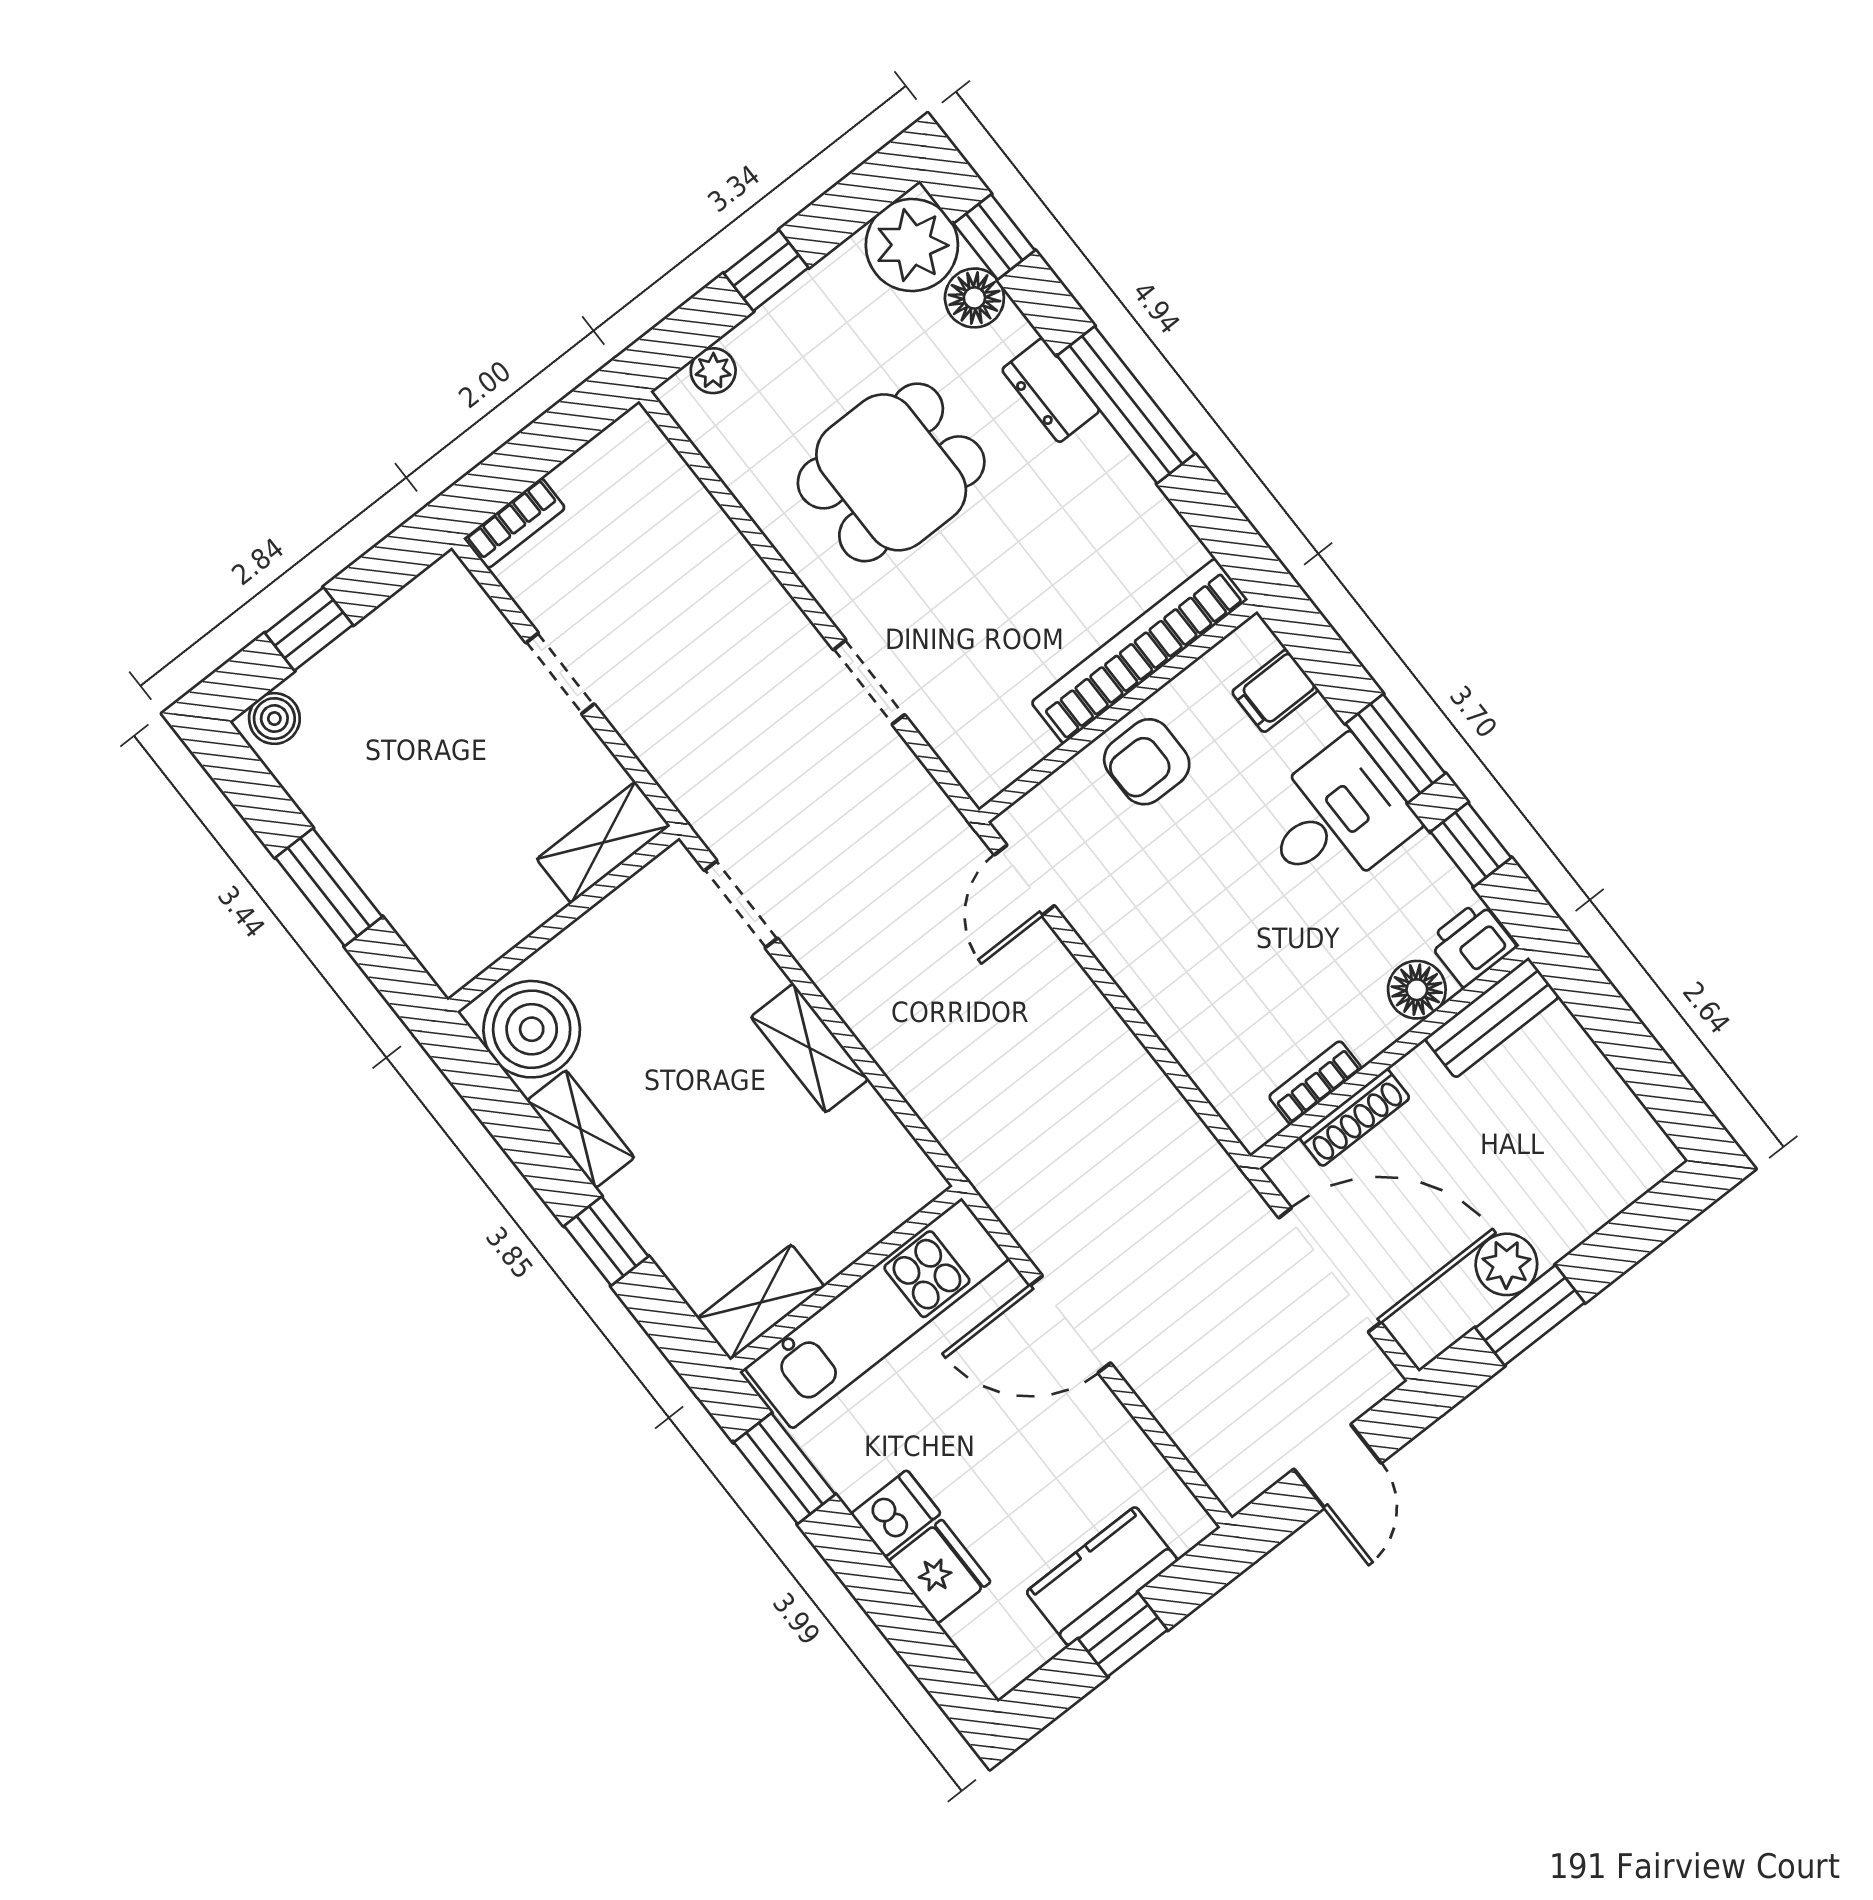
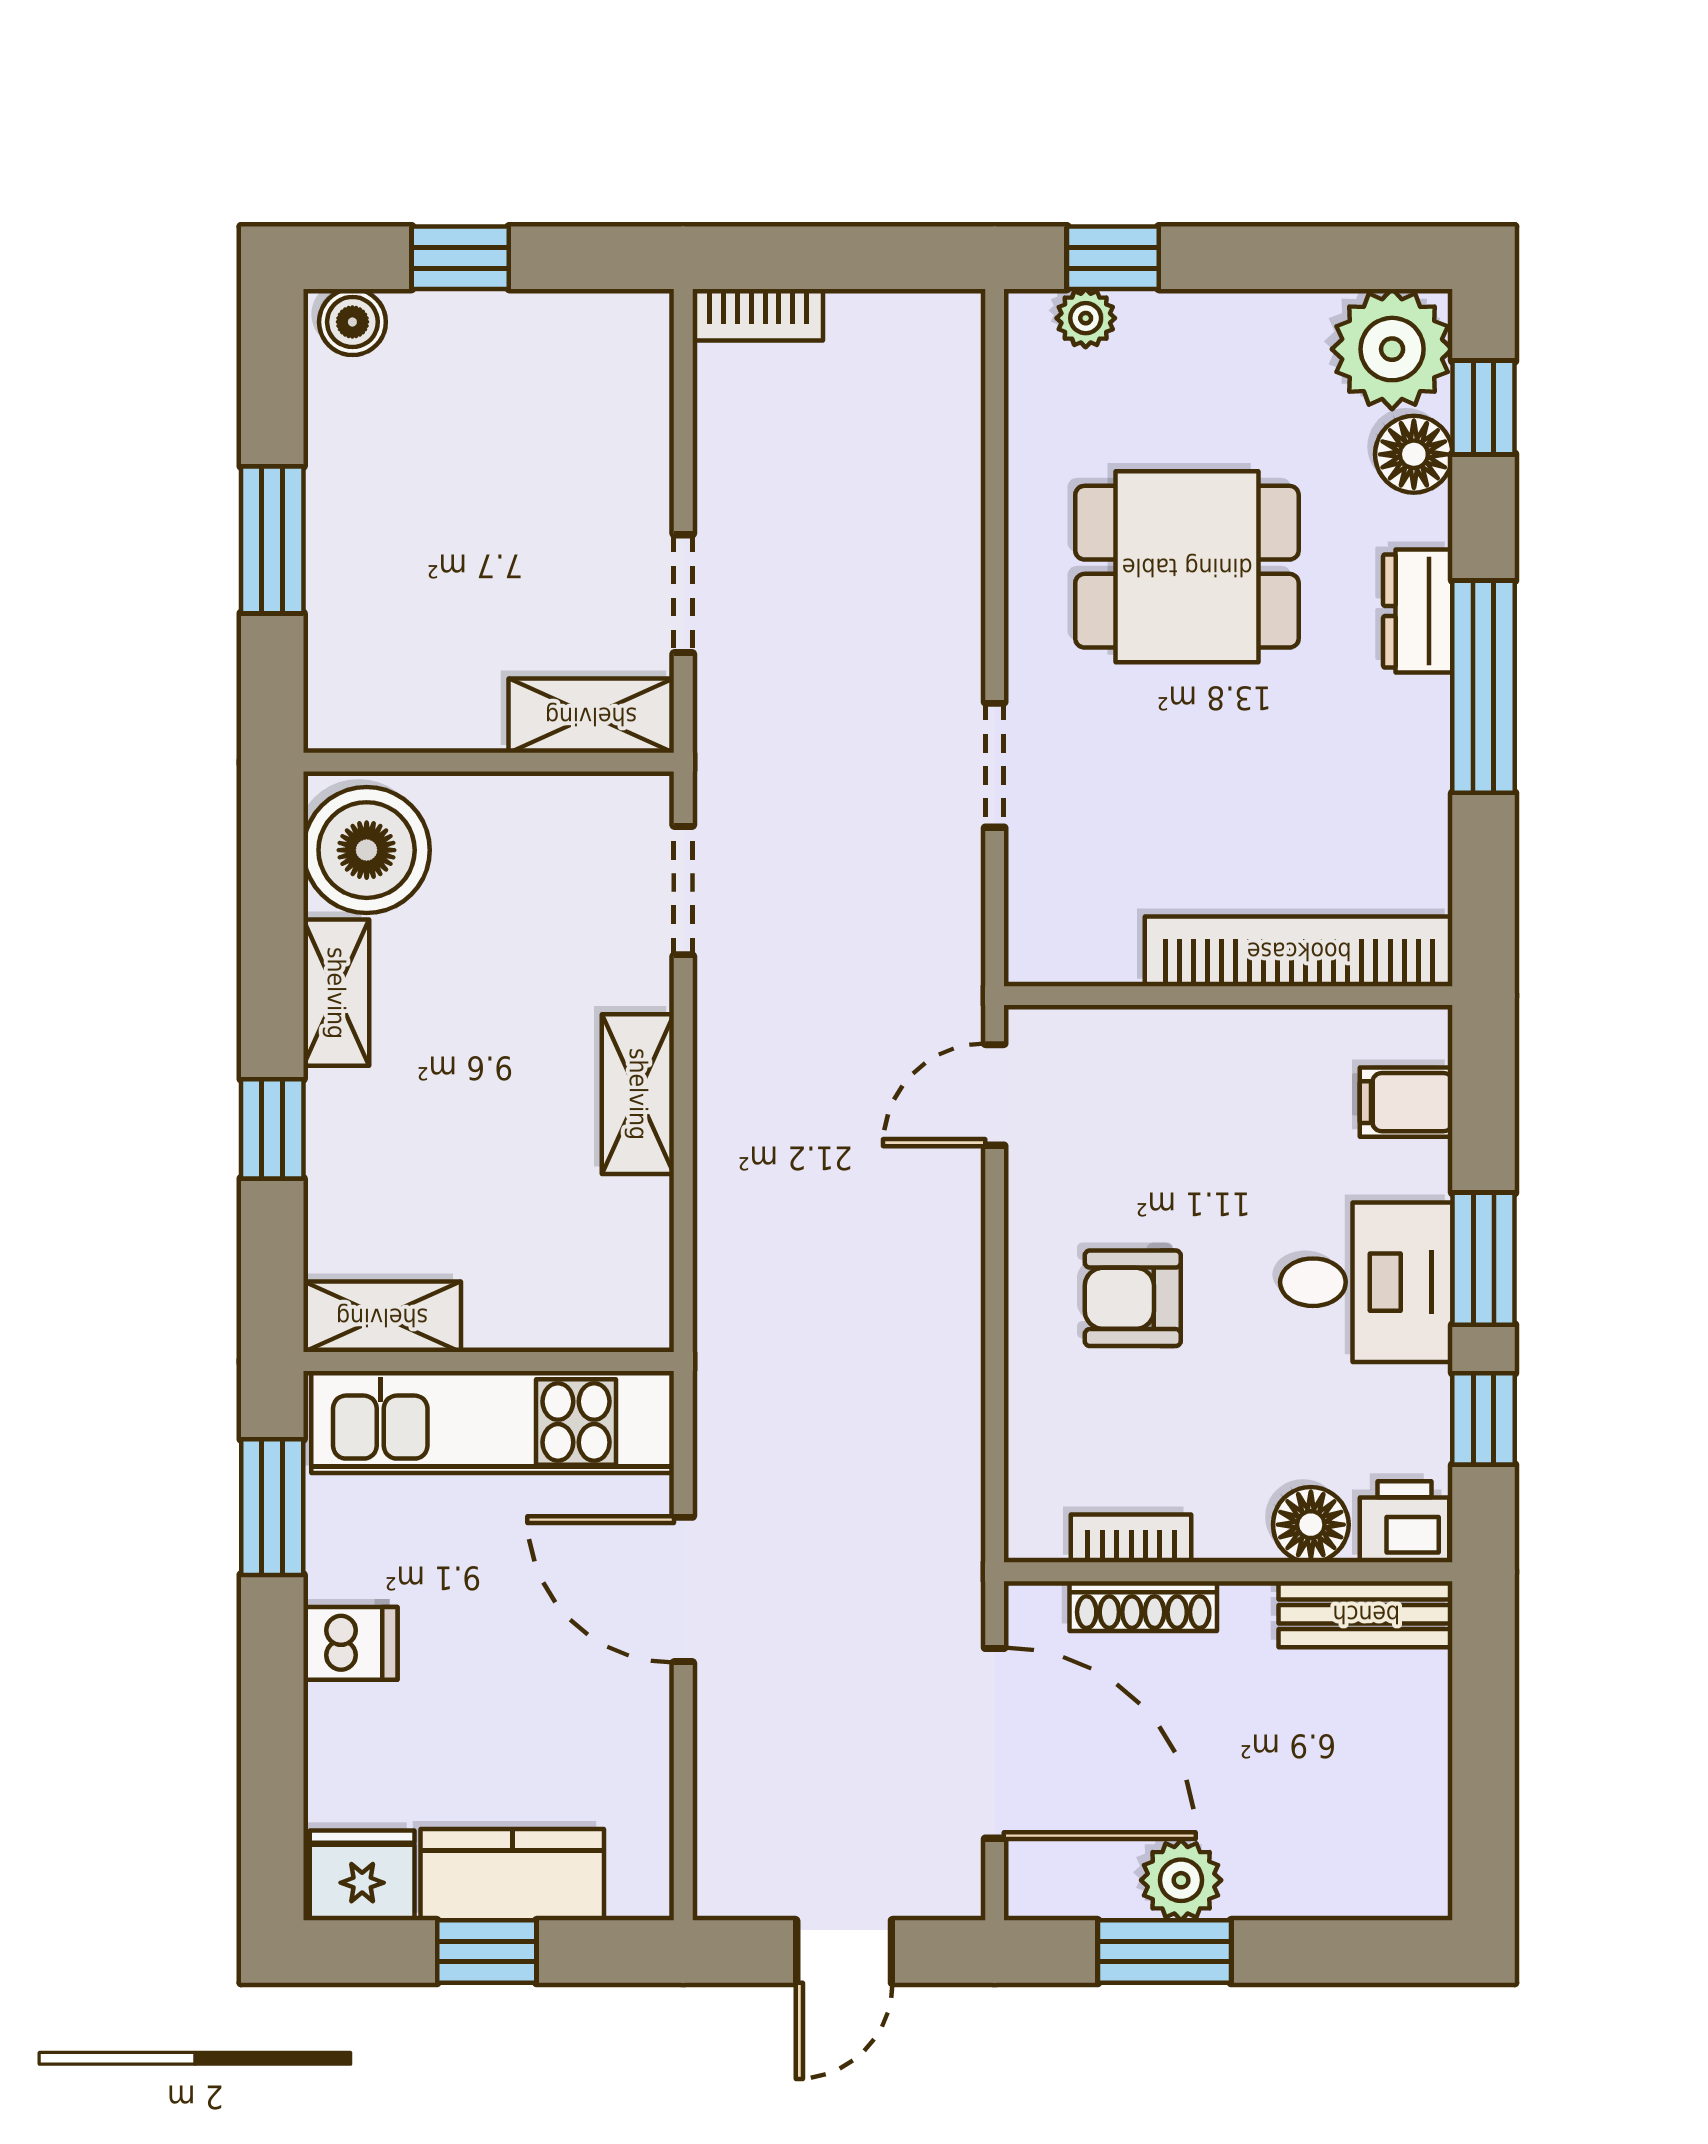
window: (766, 270) -> (1113, 258), moved
doorway: (560, 673) -> (683, 594), moved
armchair: (1147, 762) -> (1133, 1298), moved
fridge: (939, 1572) -> (362, 1875), moved, turned -90

